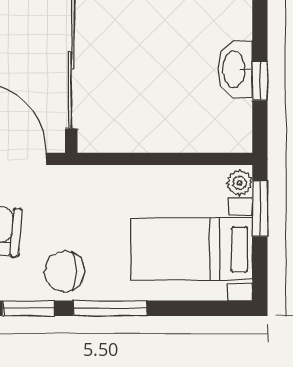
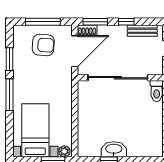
chair: (64, 271) -> (26, 75), removed

